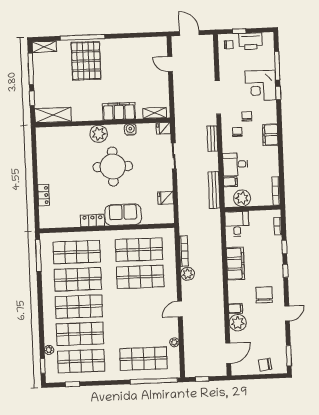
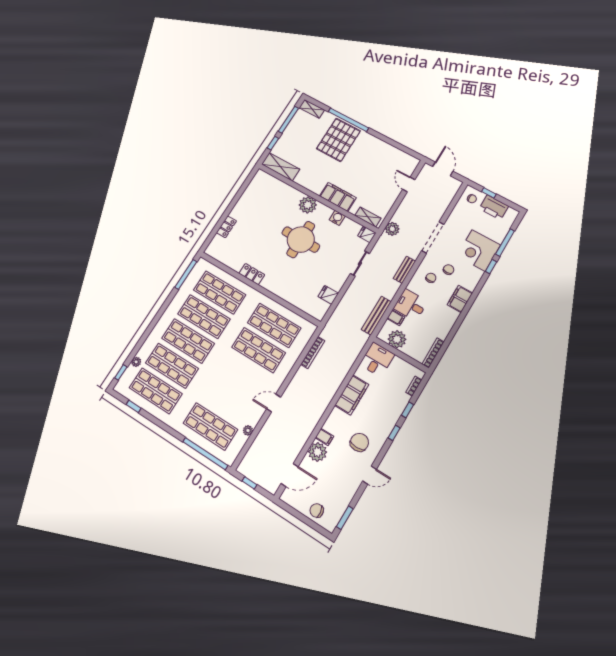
sofa: (123, 215) -> (281, 286), removed
plant: (188, 274) -> (392, 229), moved

